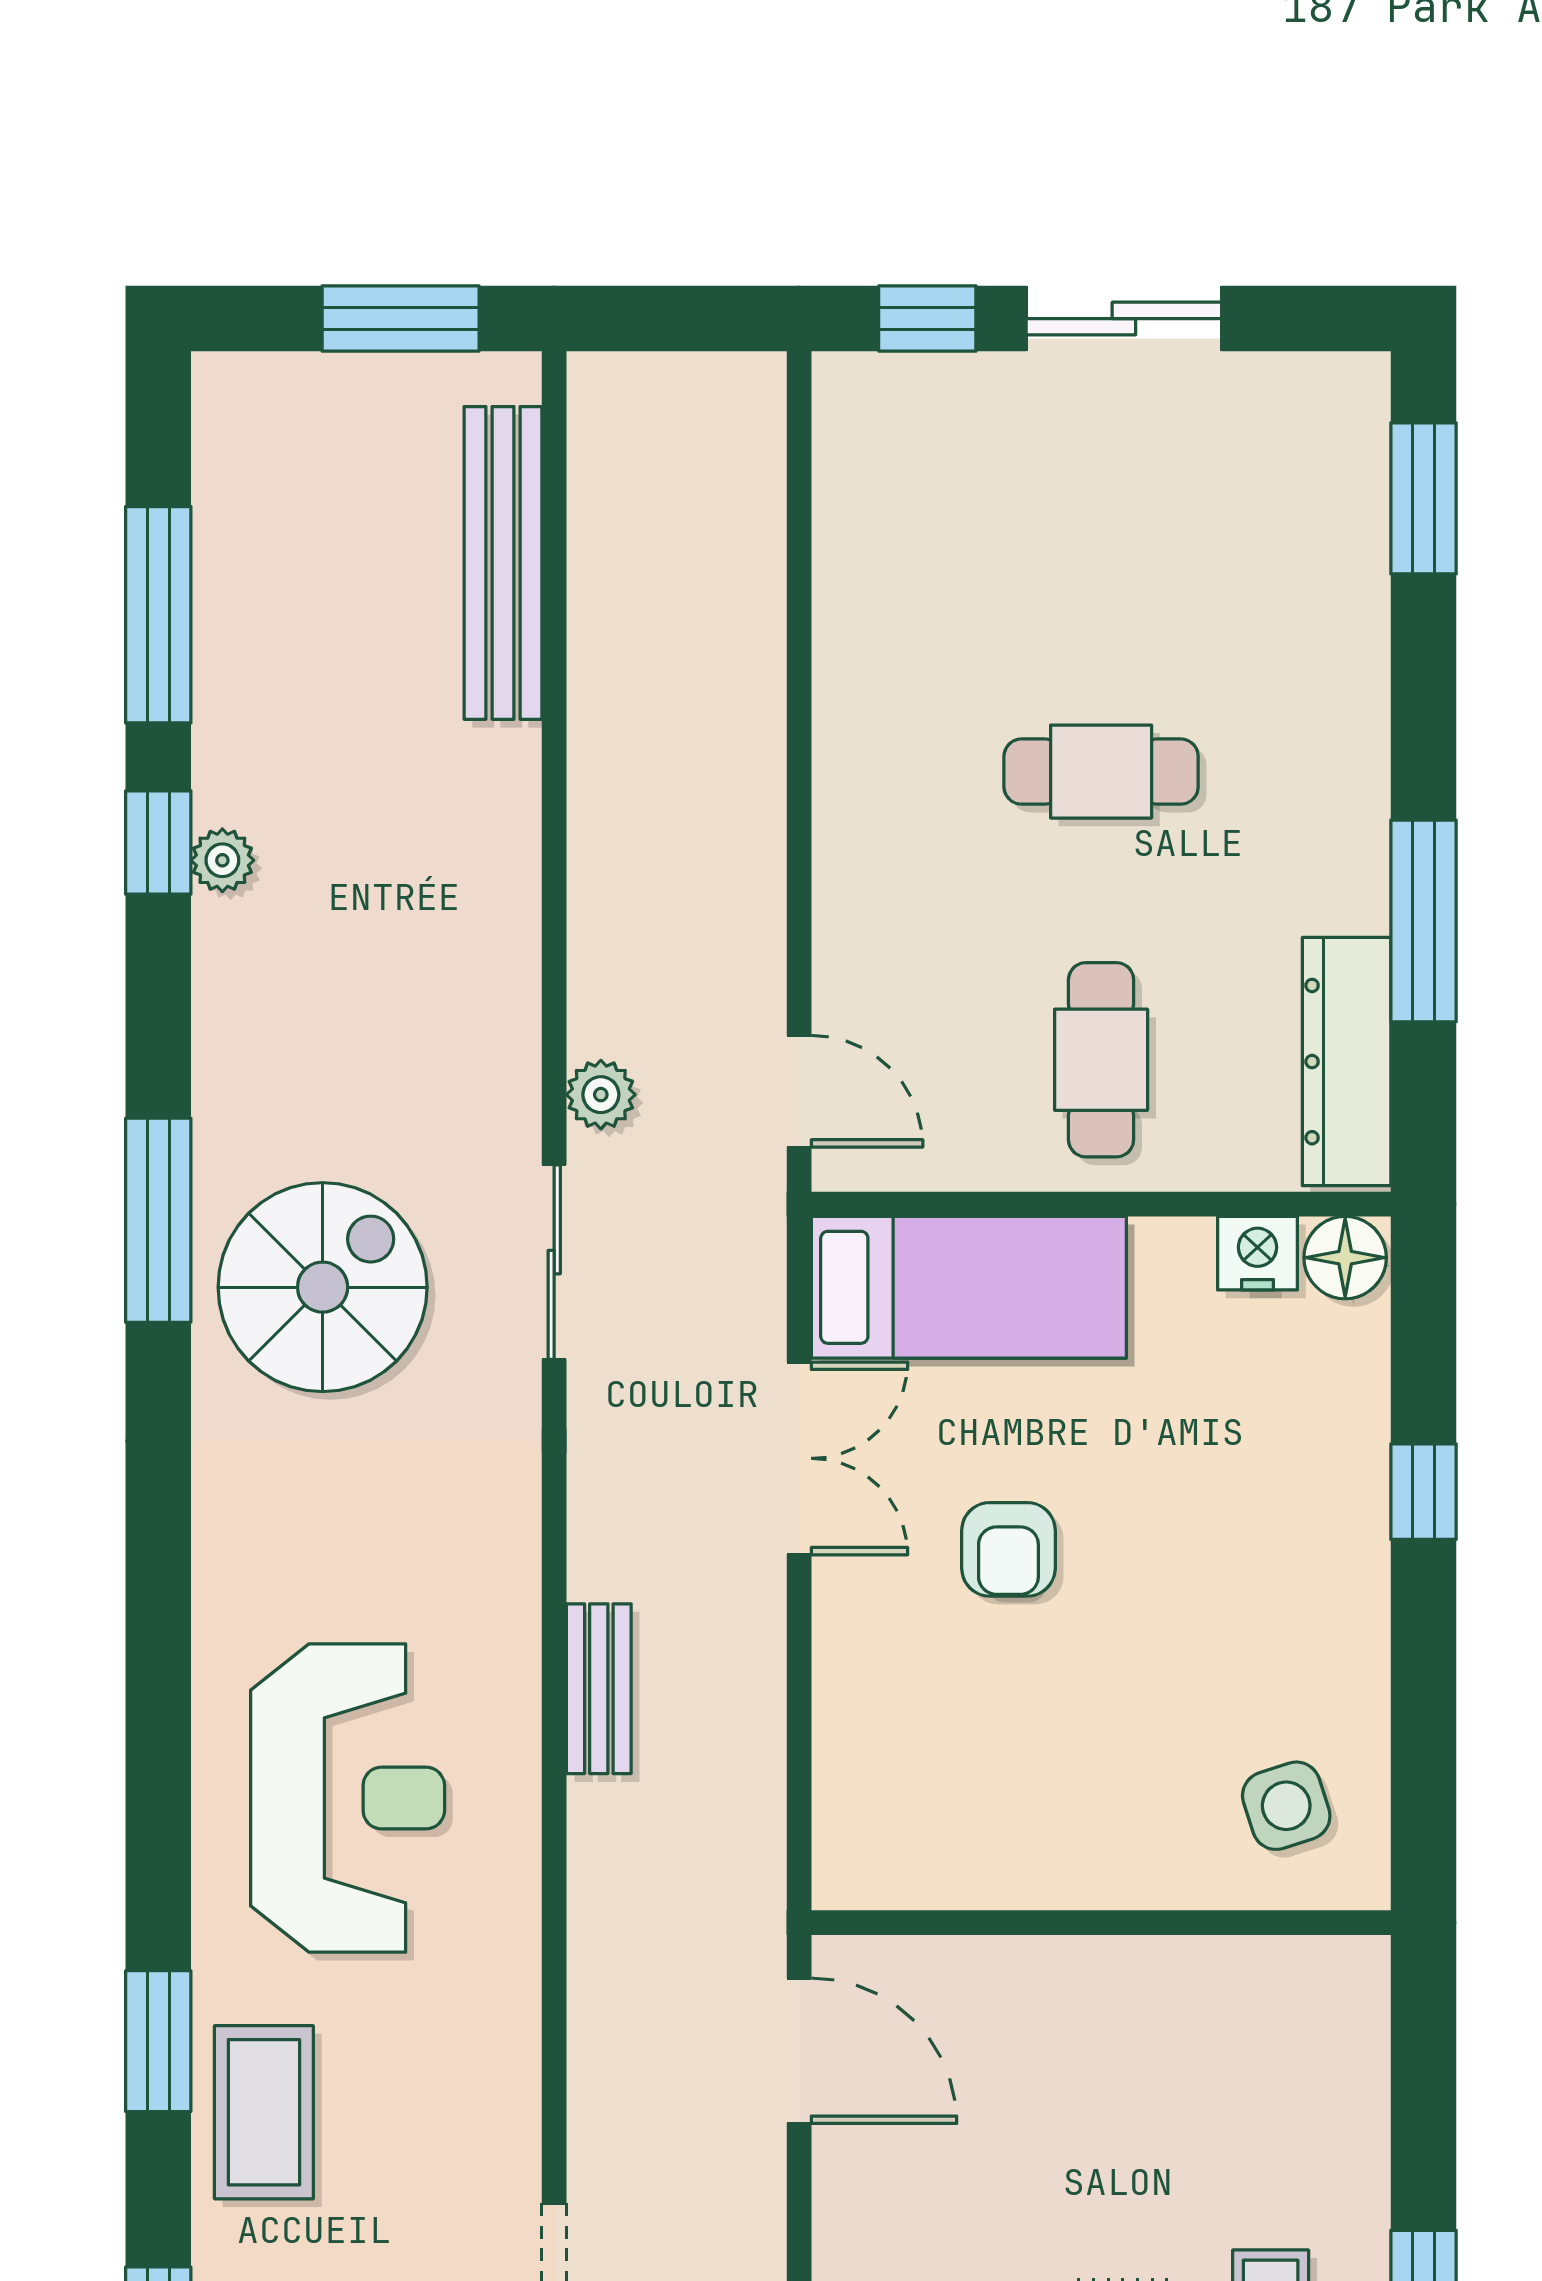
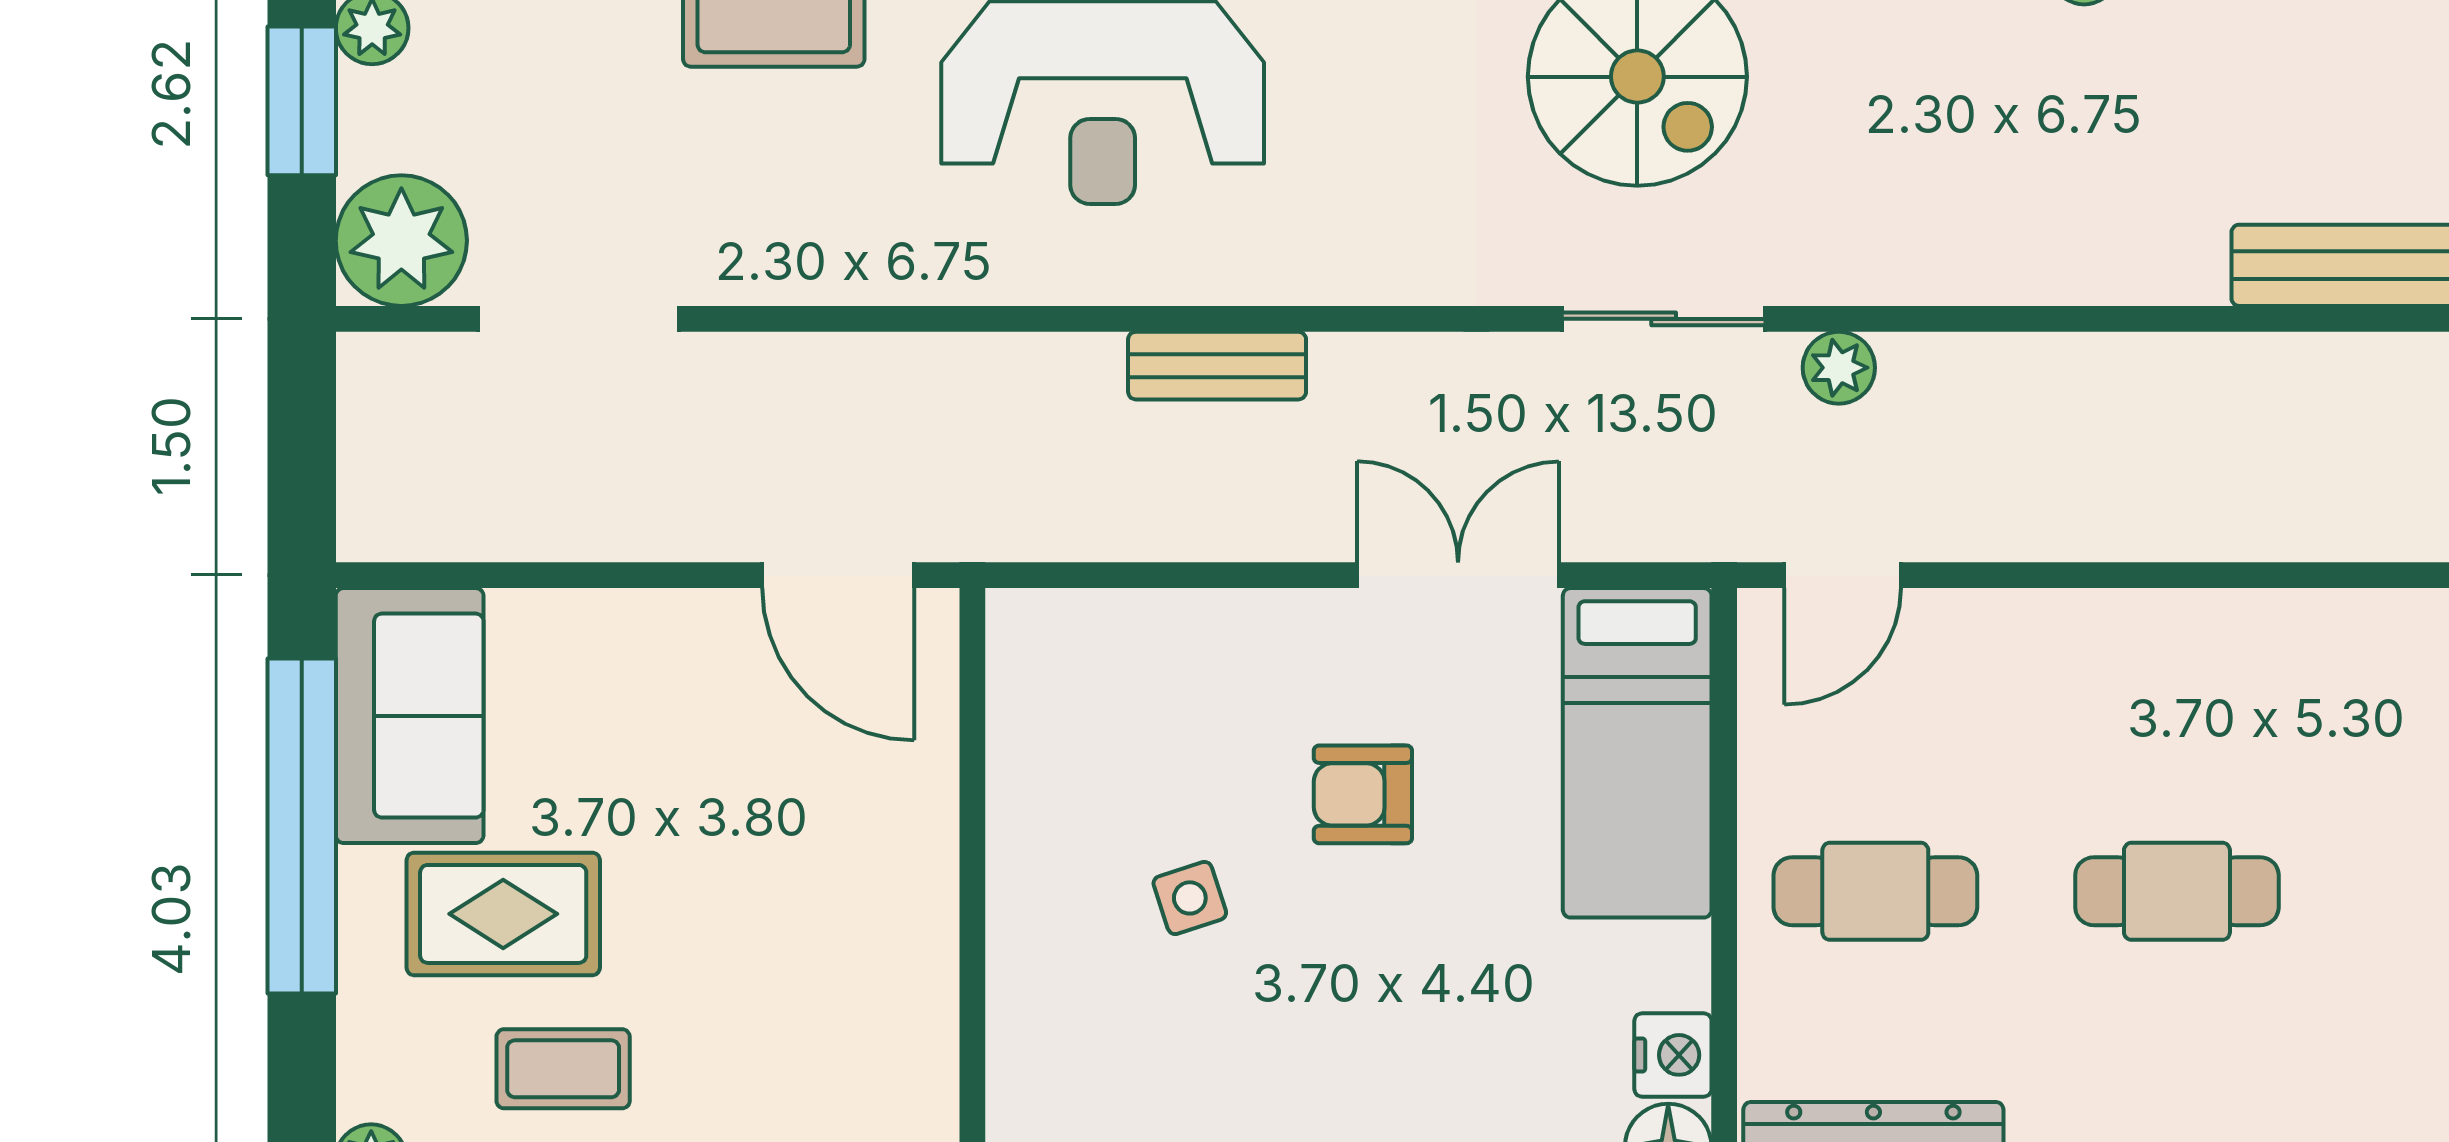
cafe table: (1101, 772) -> (2177, 891), turned 90
double door: (799, 1458) -> (1458, 575), swing flipped
side table: (1286, 1806) -> (1190, 898), moved, width x0.73, depth x0.73
door: (799, 2051) -> (838, 575), hinge flipped

